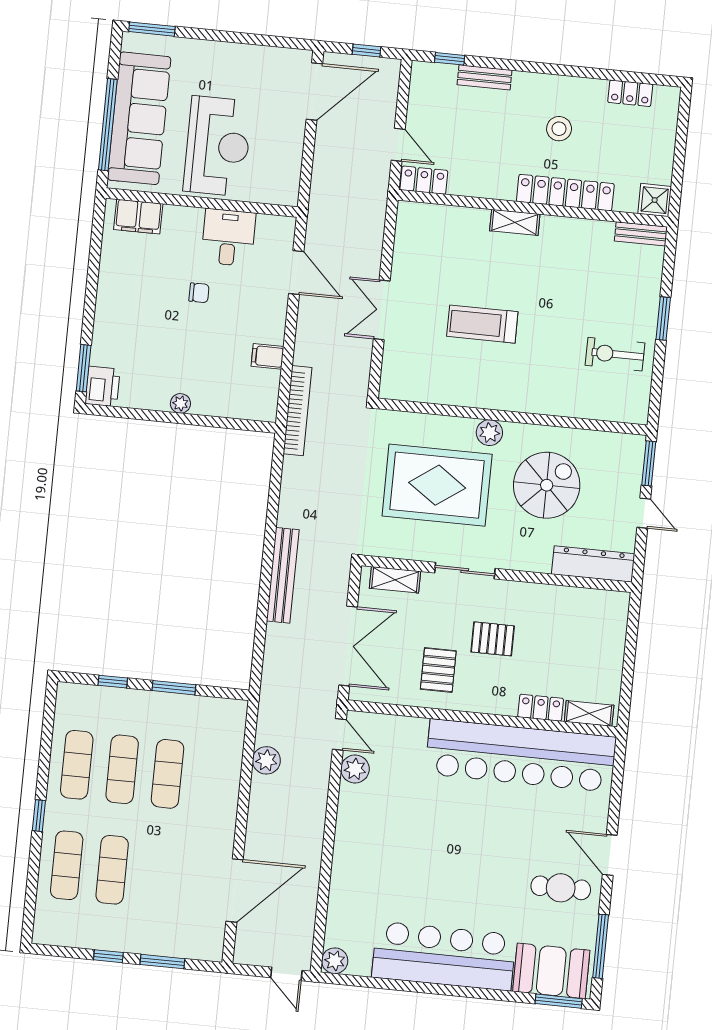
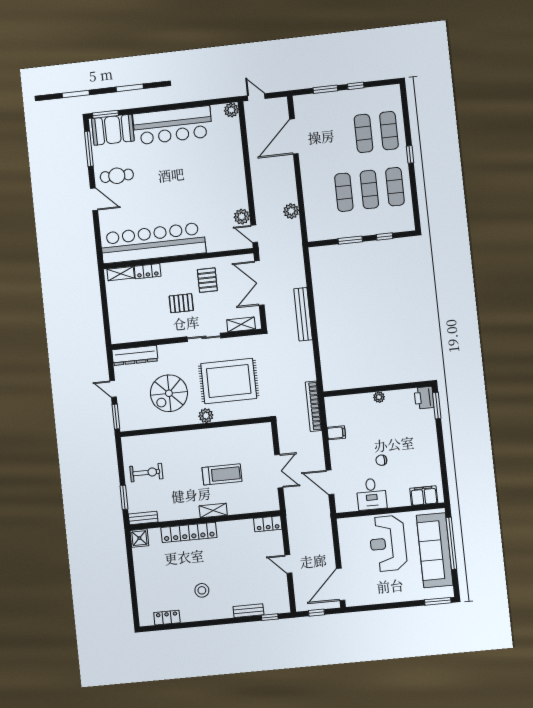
locker: (424, 180) -> (268, 524), moved
locker: (565, 193) -> (189, 532), moved
shower: (655, 200) -> (139, 538), moved
wall: (533, 208) -> (205, 520), moved
shelving: (515, 222) -> (213, 511), moved
bench: (641, 234) -> (143, 518), moved

